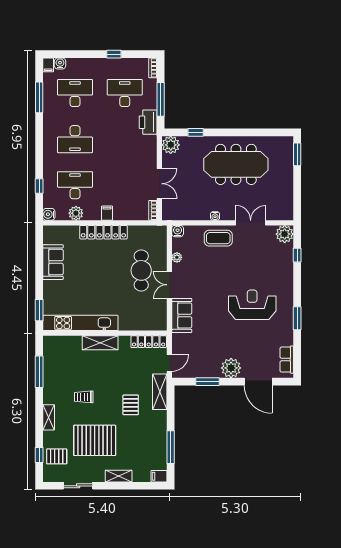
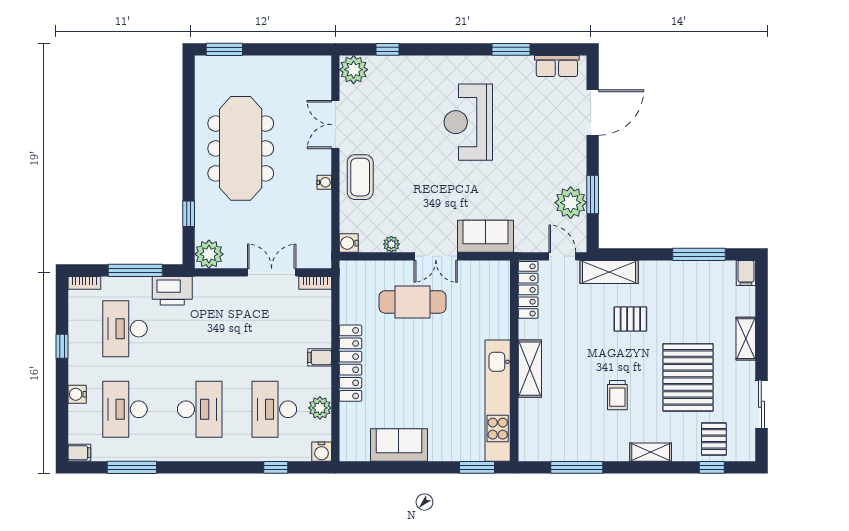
water cooler: (60, 63) -> (77, 394), moved
window: (297, 318) -> (511, 49), moved
plant: (231, 368) -> (571, 203), moved

